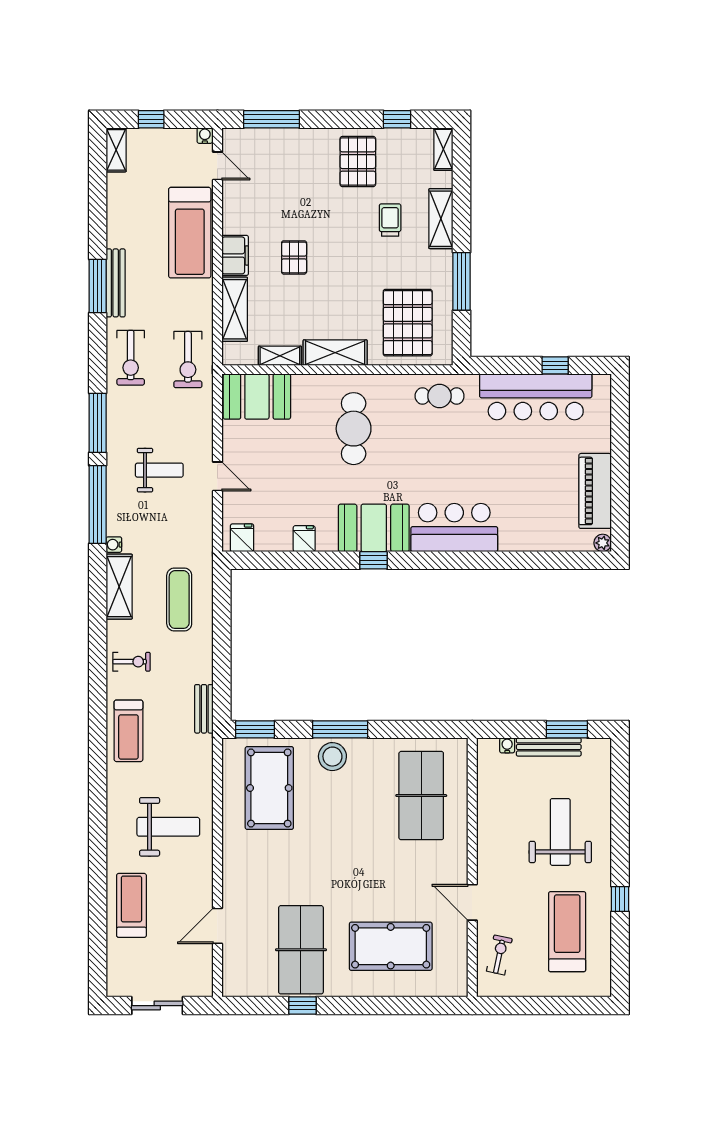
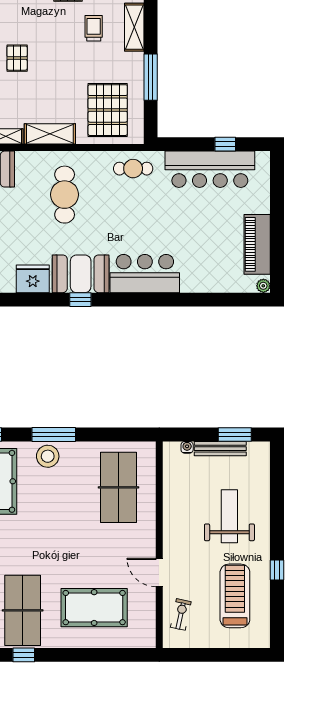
fridge: (304, 539) -> (33, 279), width x1.88, depth x1.34

